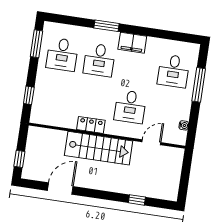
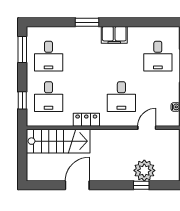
desk: (99, 60) -> (49, 97), moved
stairs: (99, 148) -> (58, 141), moved
window: (19, 159) -> (22, 163), removed
plant: (142, 185) -> (144, 170), added
door: (60, 188) -> (77, 185), moved

